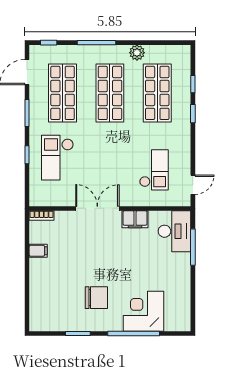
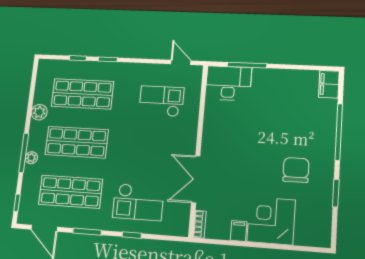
plant: (92, 51) -> (31, 158), added
double door: (97, 208) -> (196, 179), moved
filing cabinet: (135, 219) -> (329, 84), moved, turned 180
corner desk: (144, 311) -> (271, 221), moved, turned 90

